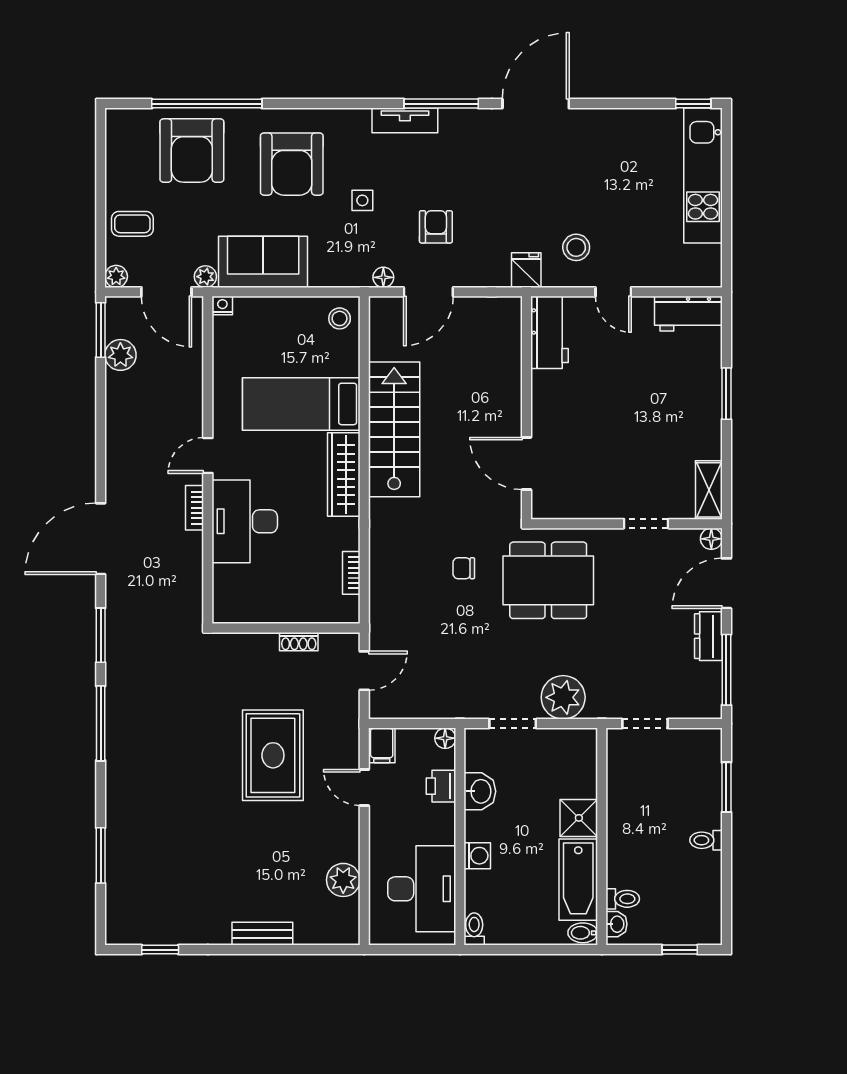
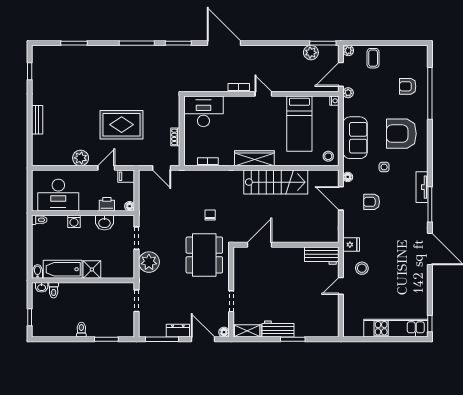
armchair: (192, 151) -> (408, 86), width x0.53, depth x0.53
armchair: (436, 227) -> (372, 202), turned 180
sofa: (263, 262) -> (355, 138), moved
workbench: (688, 314) -> (278, 329), moved, turned 90
bed: (301, 404) -> (299, 124), moved, turned 180
desk: (245, 521) -> (203, 111), moved
plant: (343, 880) -> (81, 158), moved

